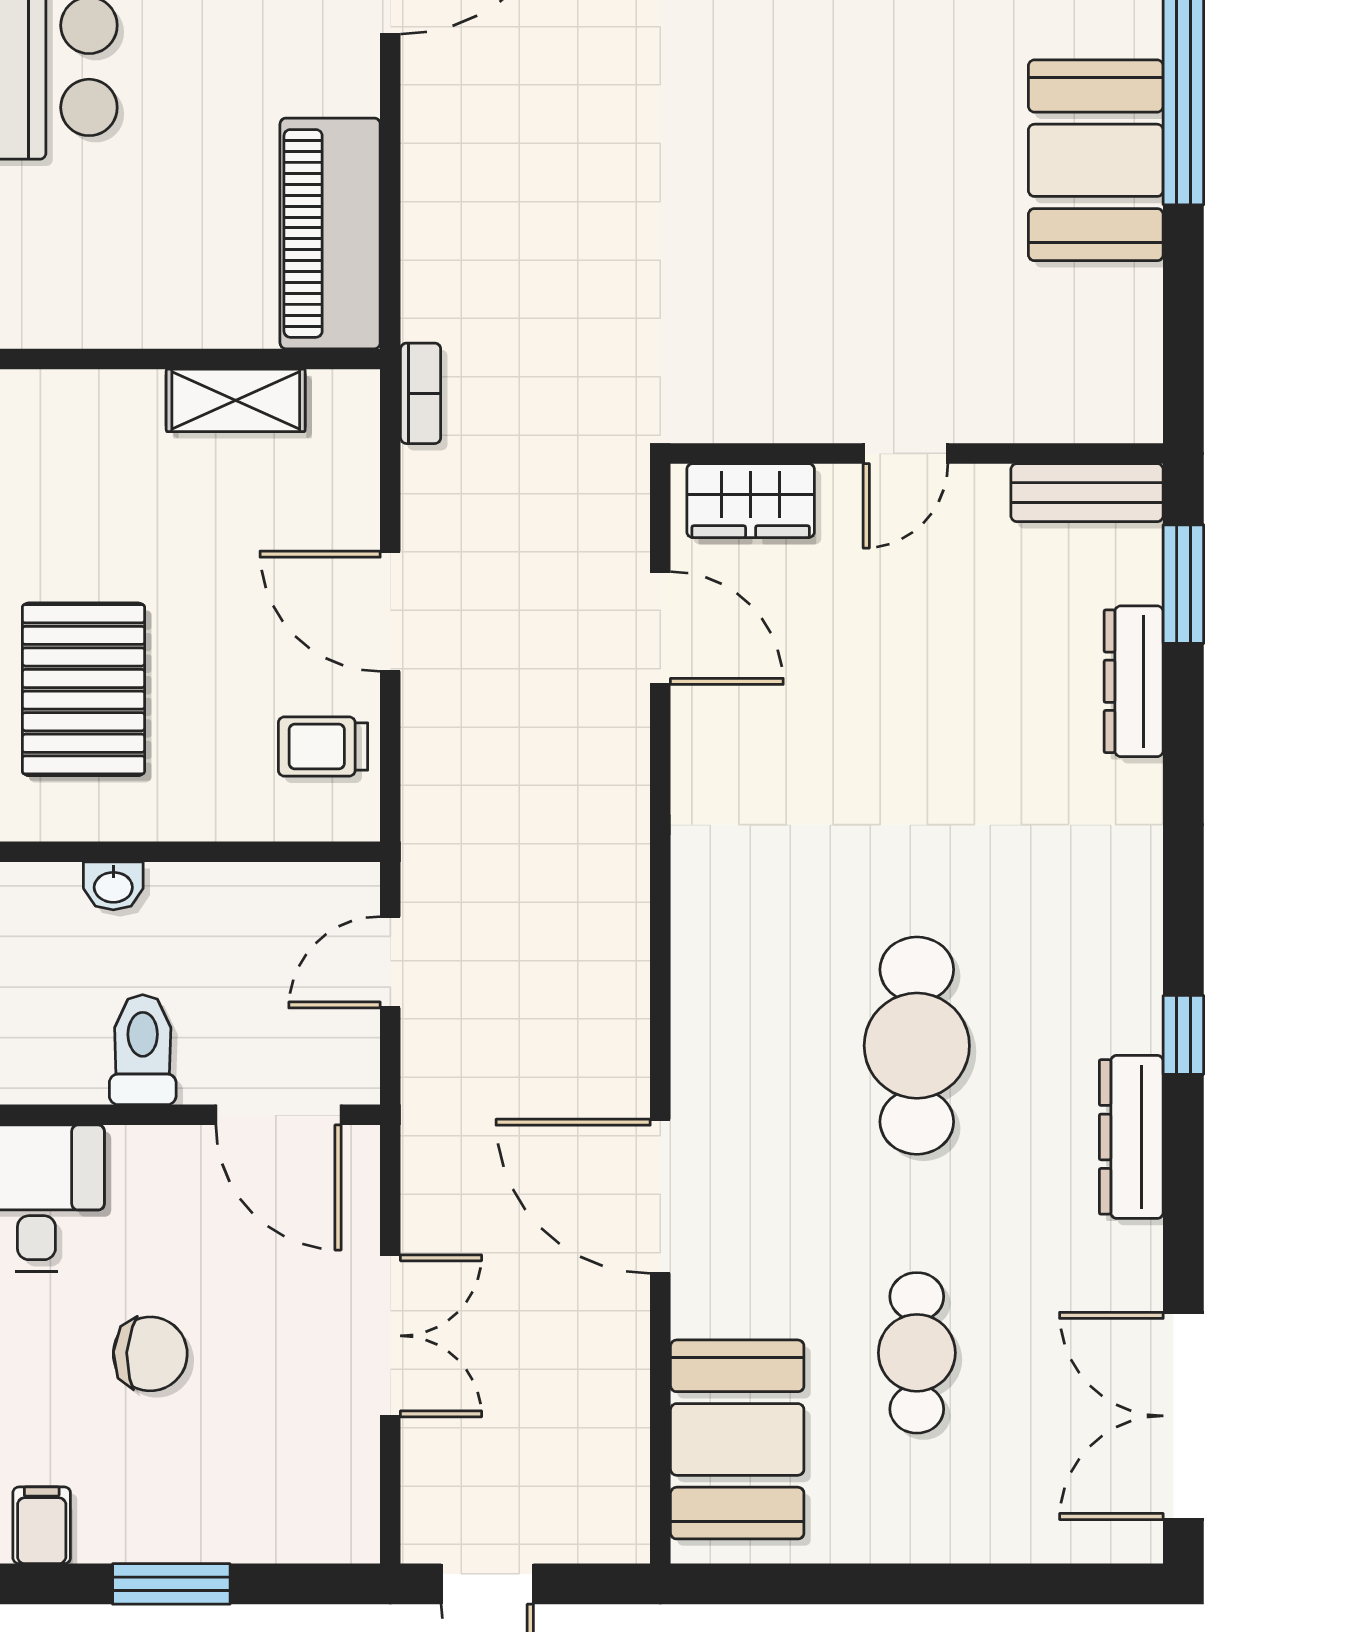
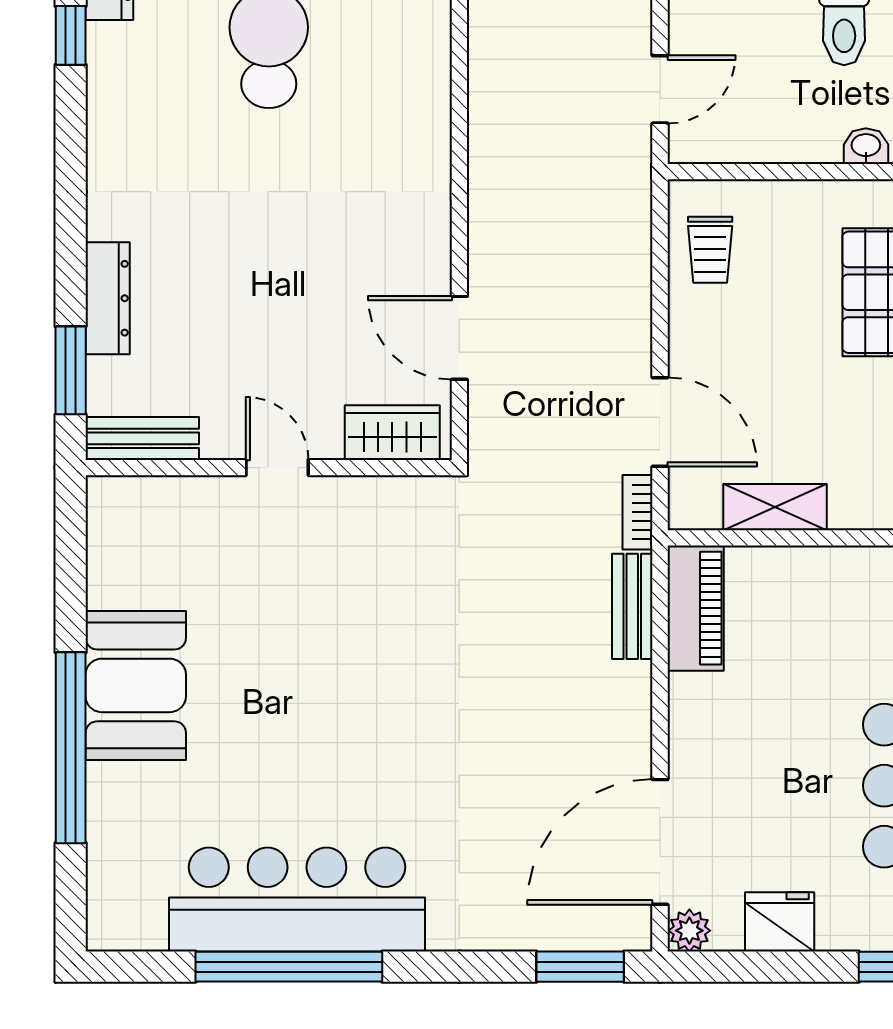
piano: (330, 233) -> (696, 608), width x0.73, depth x0.75
bench: (428, 267) -> (632, 606), added
door: (906, 453) -> (277, 468), hinge flipped
door: (390, 611) -> (660, 422), moved
trolley: (323, 747) -> (710, 250), turned 90

